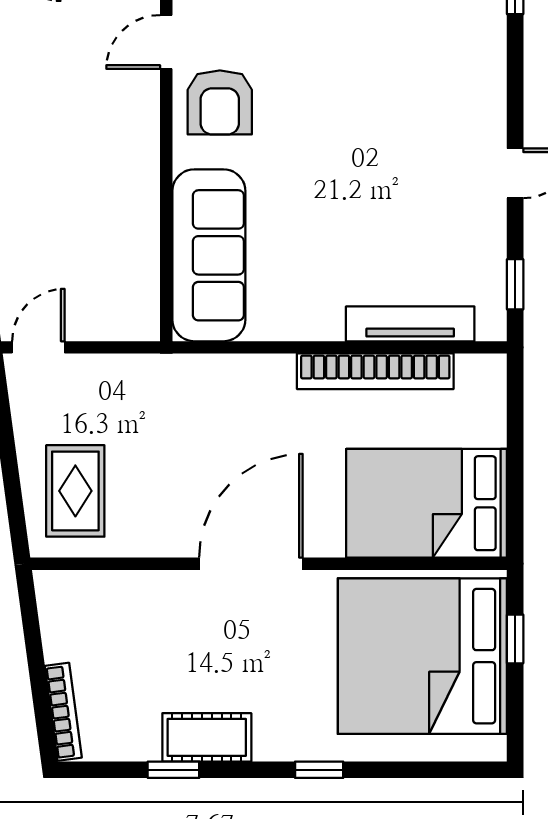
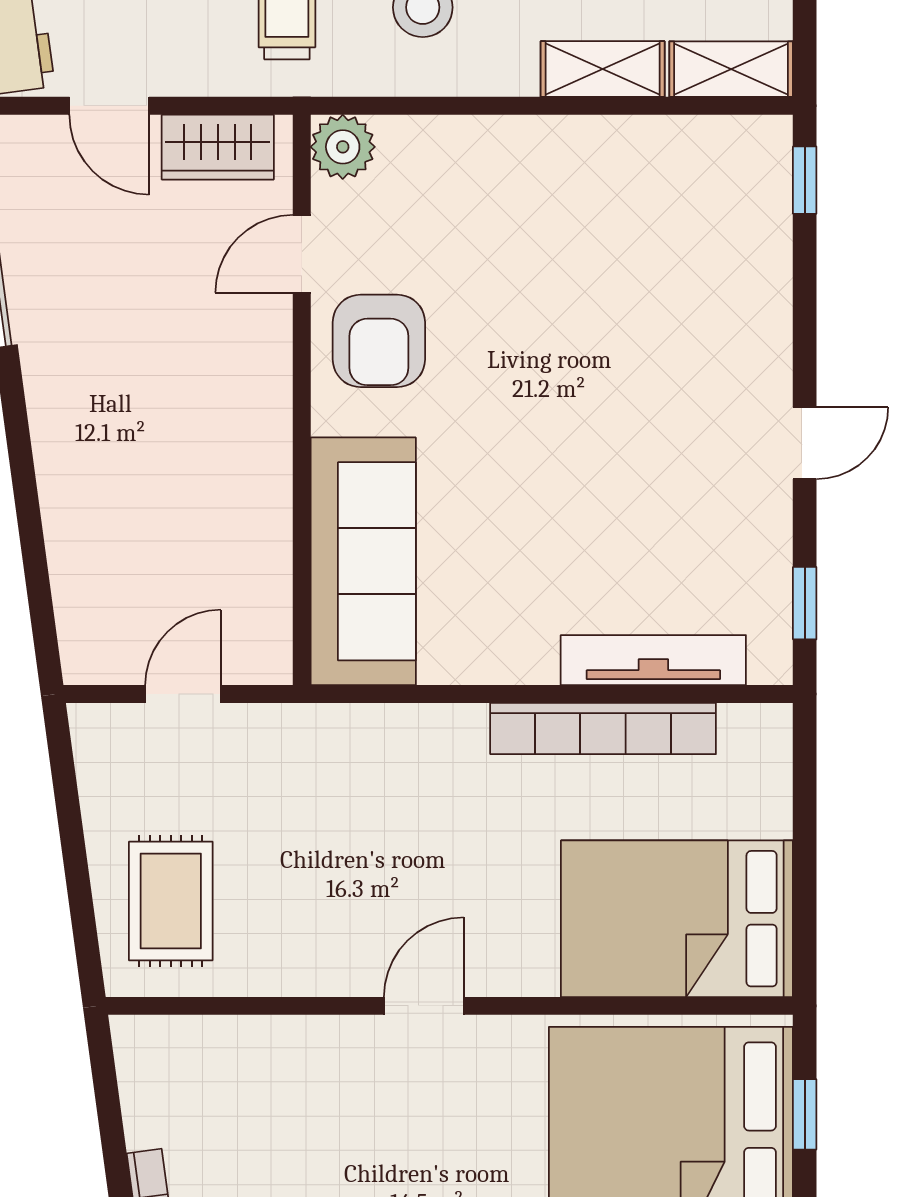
door: (38, 347) -> (183, 694), moved
door: (251, 564) -> (424, 1006), width x0.53

